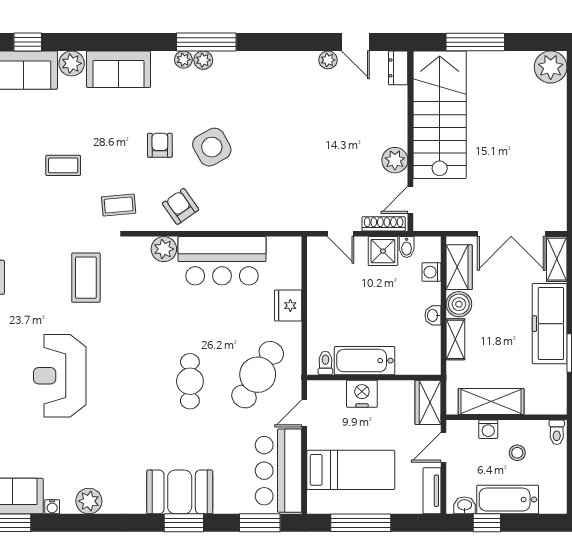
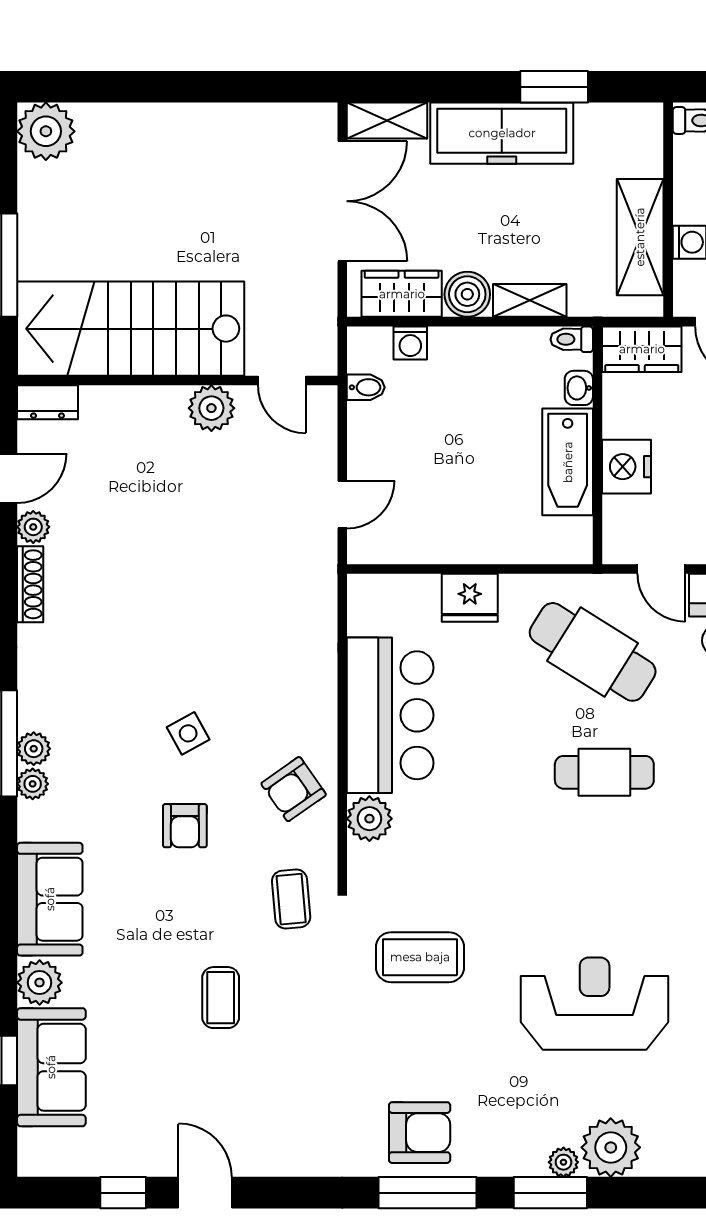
armchair: (160, 145) -> (185, 826), turned -90
side table: (212, 147) -> (188, 733), width x0.54, depth x0.54
shoe rack: (384, 224) -> (30, 584), moved, turned 180
shower: (383, 251) -> (373, 429), removed
washbasin: (433, 315) -> (579, 388), moved, turned 90
toilet: (325, 363) -> (572, 339), moved
reception desk: (60, 376) -> (595, 1004), turned 180

